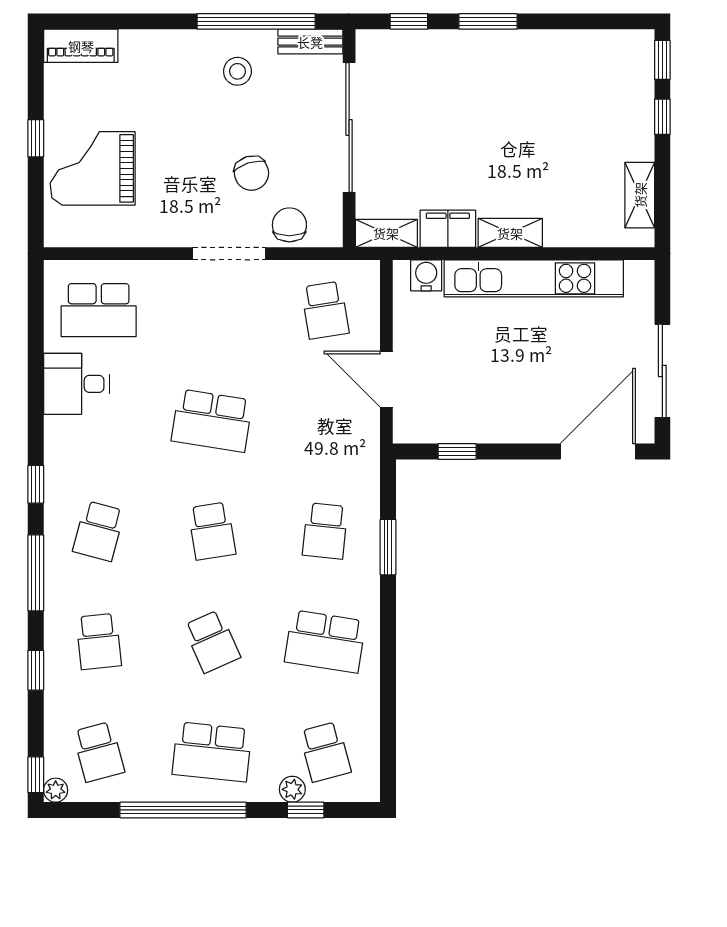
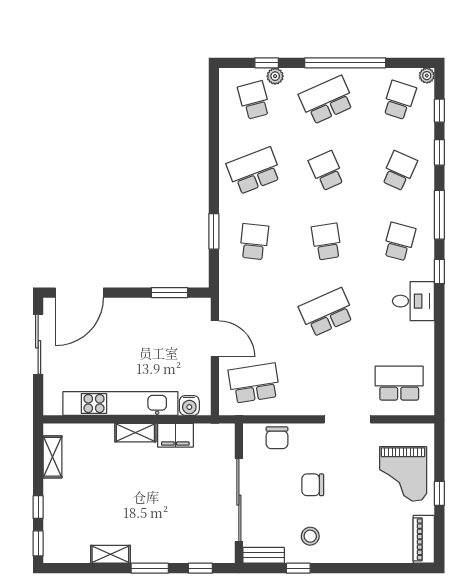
window: (256, 21) -> (298, 568), width x0.32
piano: (81, 46) -> (424, 539), moved, turned -90
grand piano: (93, 168) -> (403, 474), turned 90
chair: (251, 173) -> (313, 485), moved, turned -72
shelving: (386, 233) -> (110, 554), moved
doorway: (229, 254) -> (347, 419), moved
school desk: (325, 310) -> (254, 383), width x1.85
desk: (76, 384) -> (413, 301), moved
school desk: (212, 421) -> (327, 312), turned -33
window: (457, 452) -> (170, 293), width x1.50
school desk: (99, 641) -> (399, 171), turned 30
school desk: (325, 641) -> (254, 171), turned -30
school desk: (99, 752) -> (399, 100), turned 33
school desk: (212, 752) -> (327, 100), turned -30
window: (36, 775) -> (439, 111), moved

